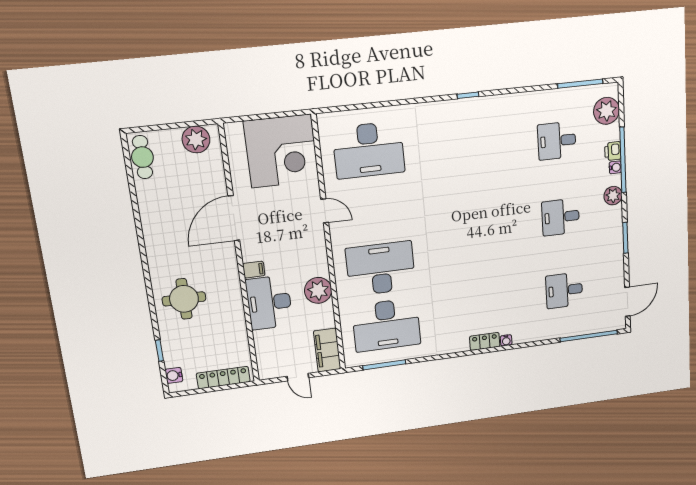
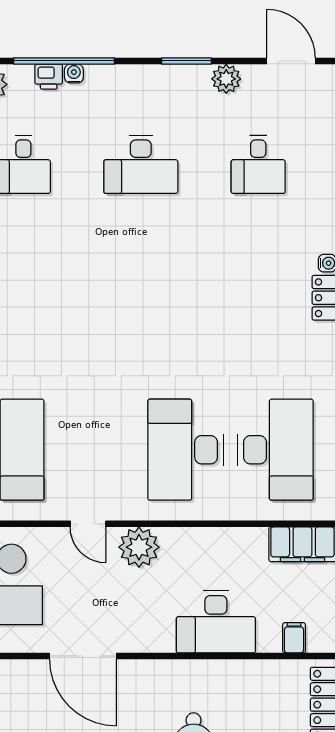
plant: (613, 196) -> (226, 79), moved
door: (325, 211) -> (88, 524), swing flipped
desk: (561, 217) -> (141, 164), width x1.37
filing cabinet: (254, 270) -> (294, 638), moved
plant: (318, 290) -> (139, 547), moved

